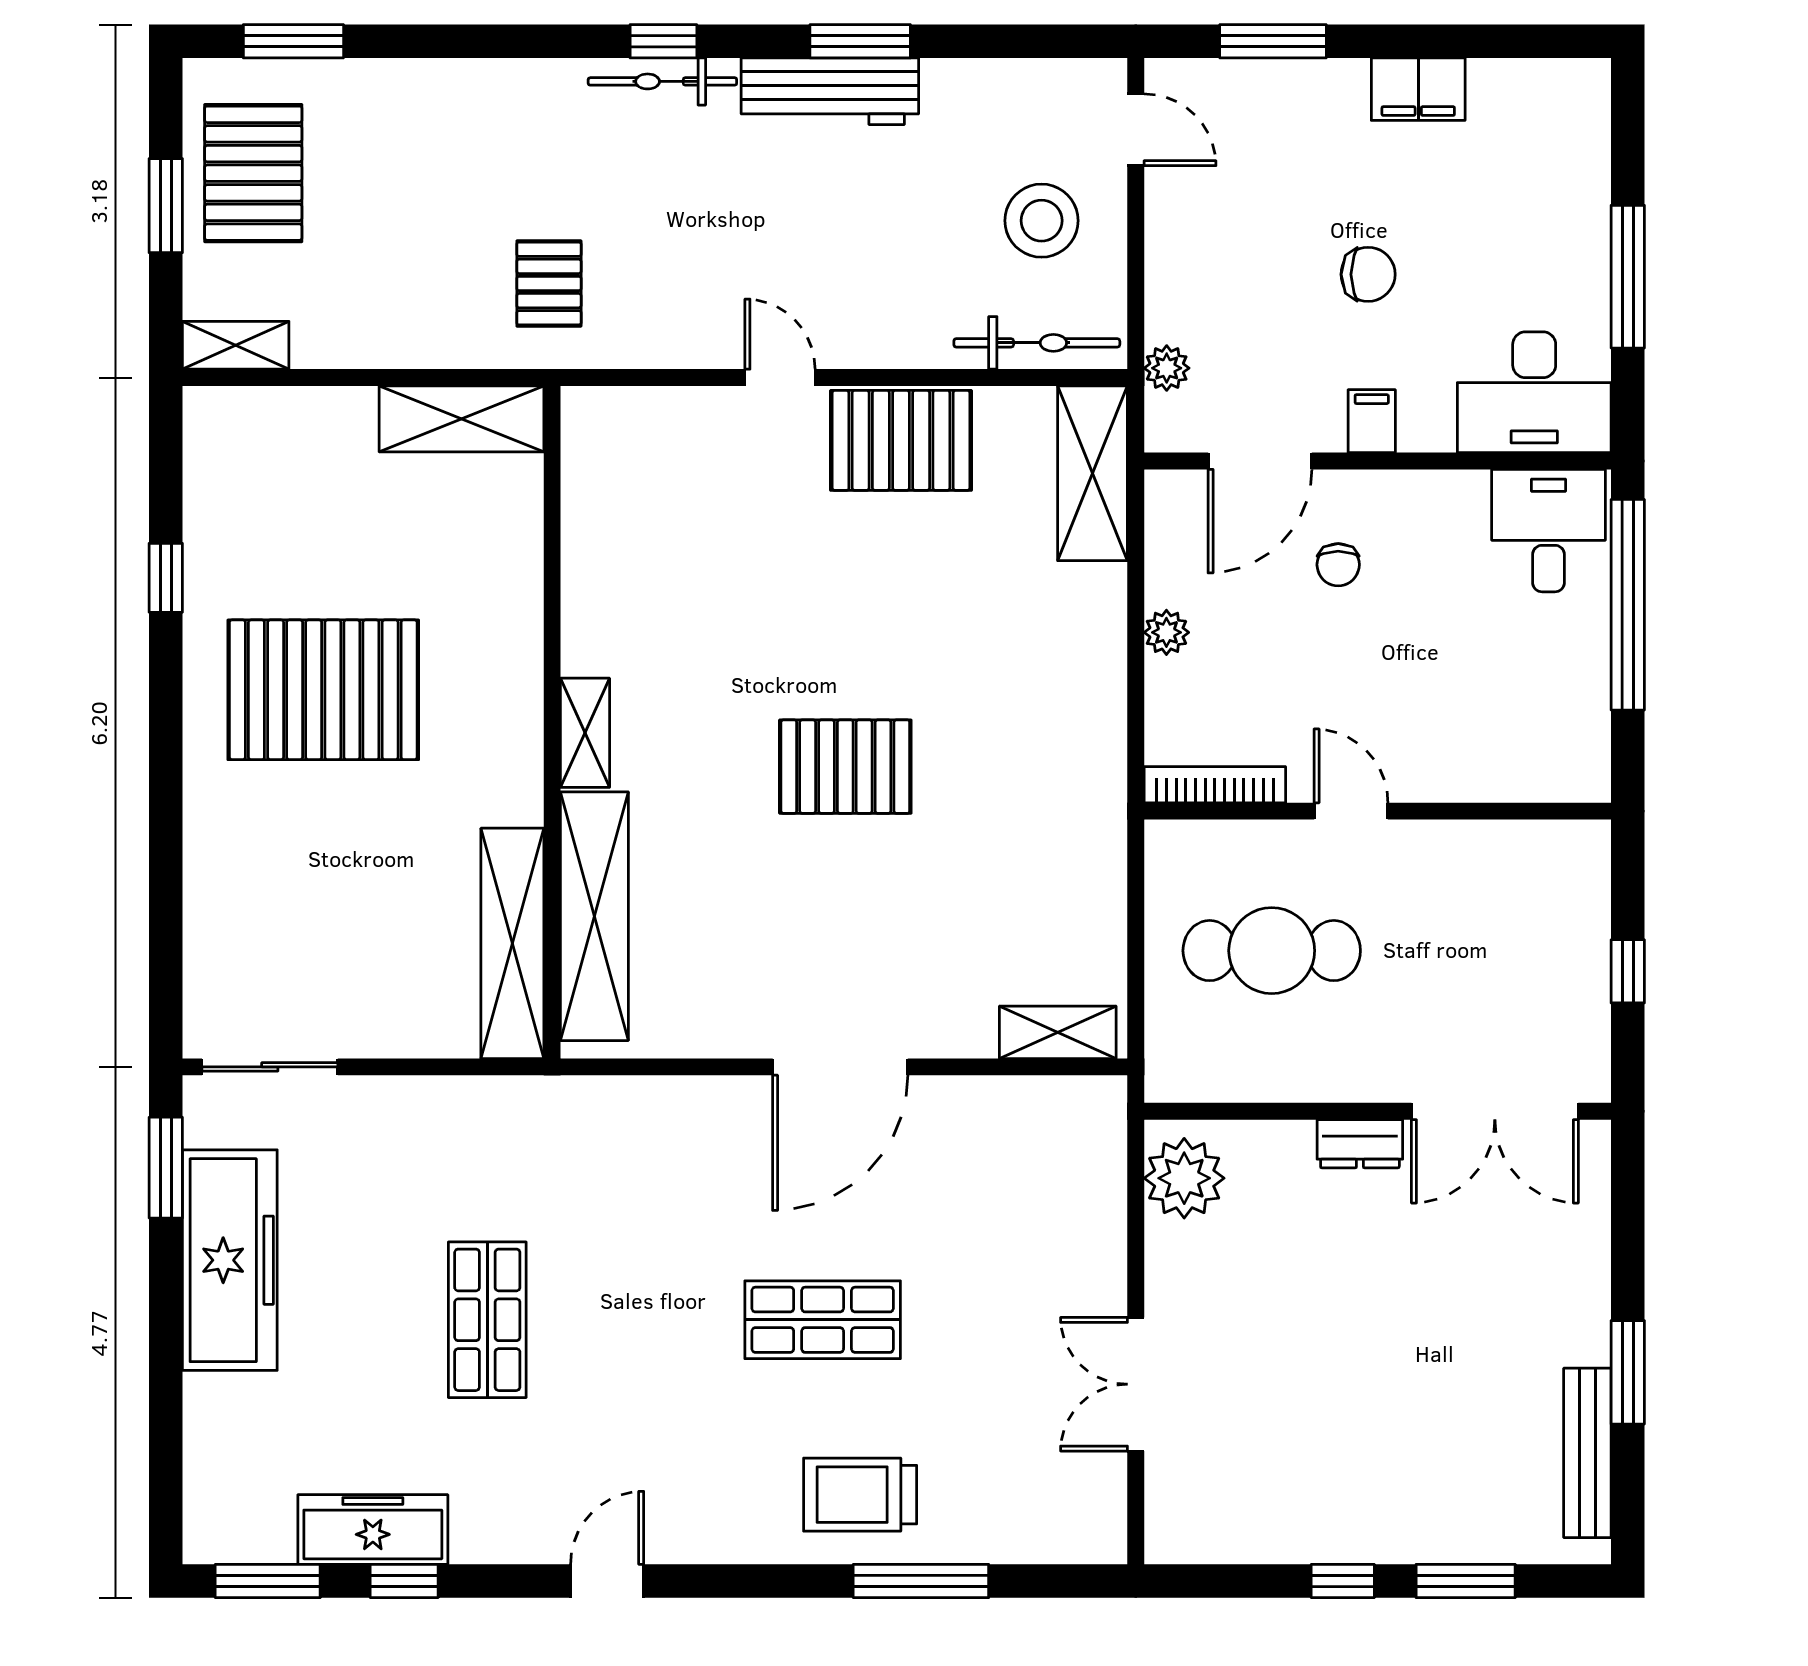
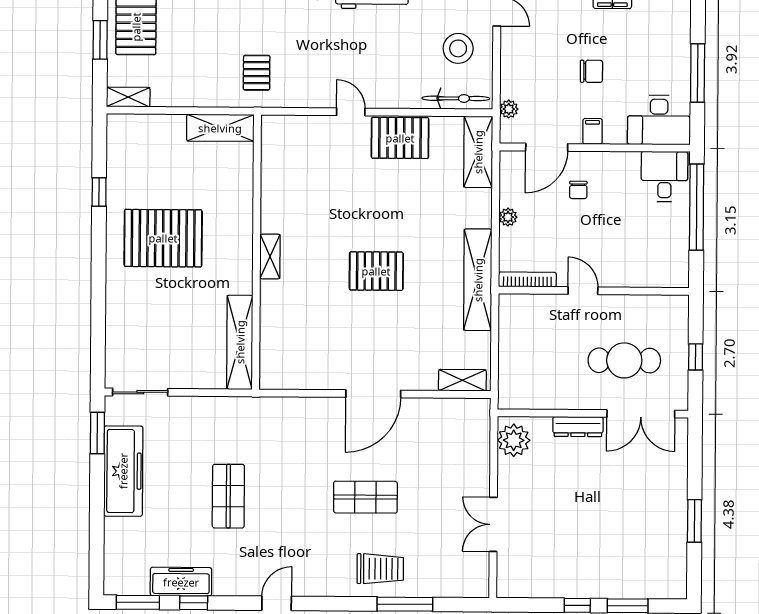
shelving: (594, 916) -> (478, 280), moved
cafe table: (1272, 951) -> (624, 360), moved
dresser: (1360, 1144) -> (578, 427), width x1.44
bench: (1587, 1453) -> (678, 554), removed
trolley: (860, 1495) -> (380, 569), turned 180

